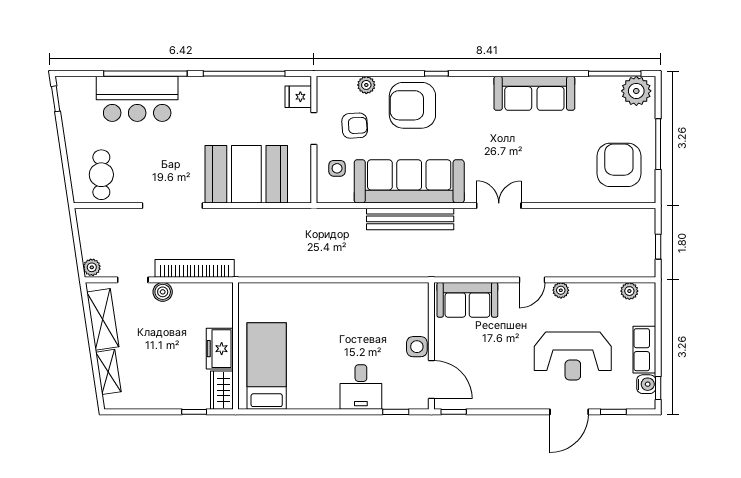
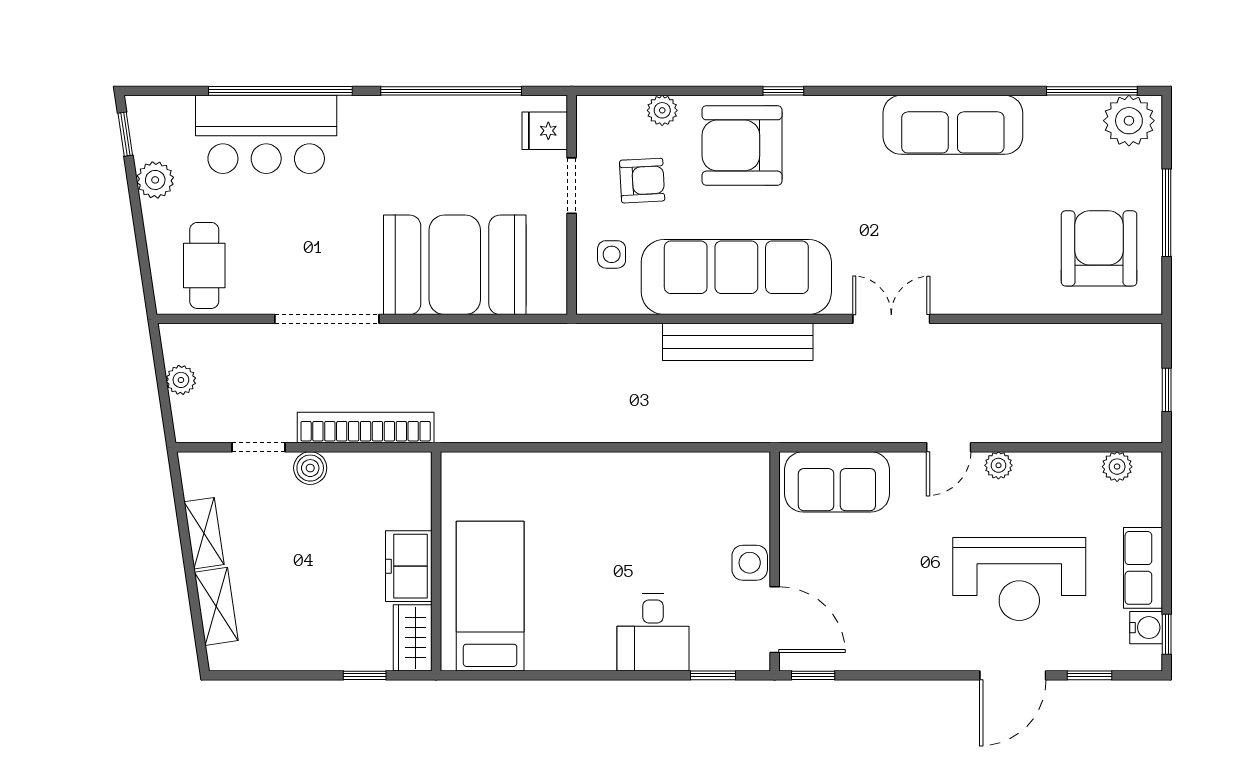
plant: (73, 125) -> (155, 180), added
plant: (92, 267) -> (181, 380), moved
shelving: (103, 319) -> (204, 533), width x0.67, depth x0.75

